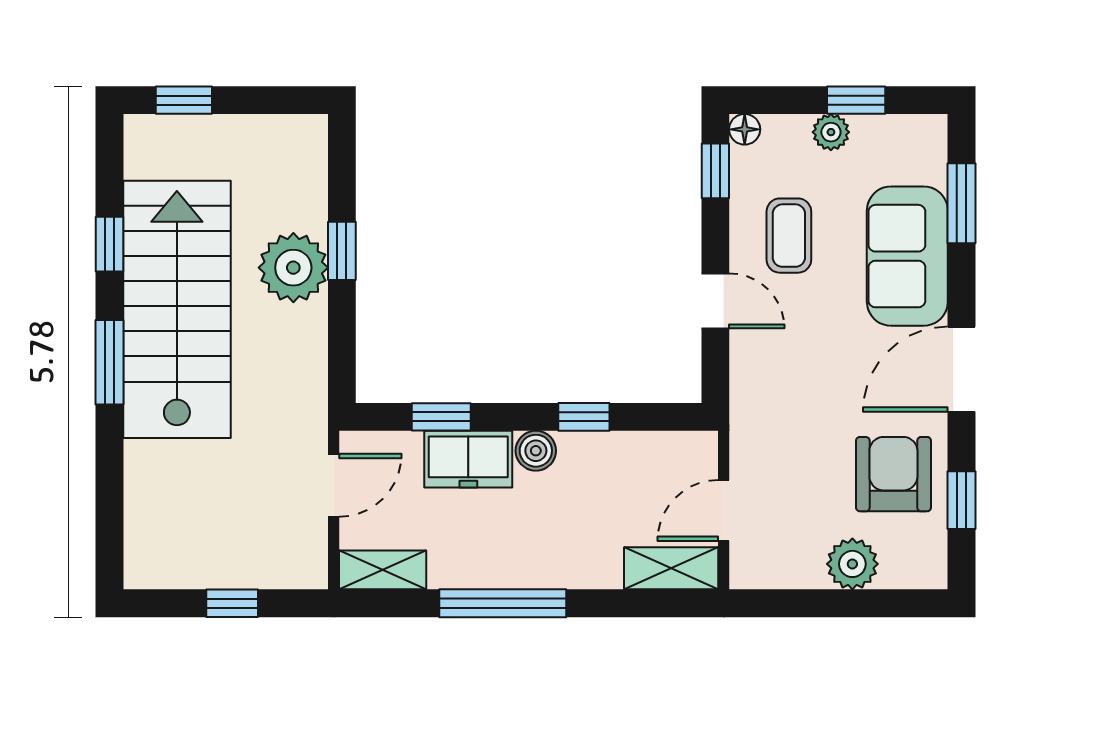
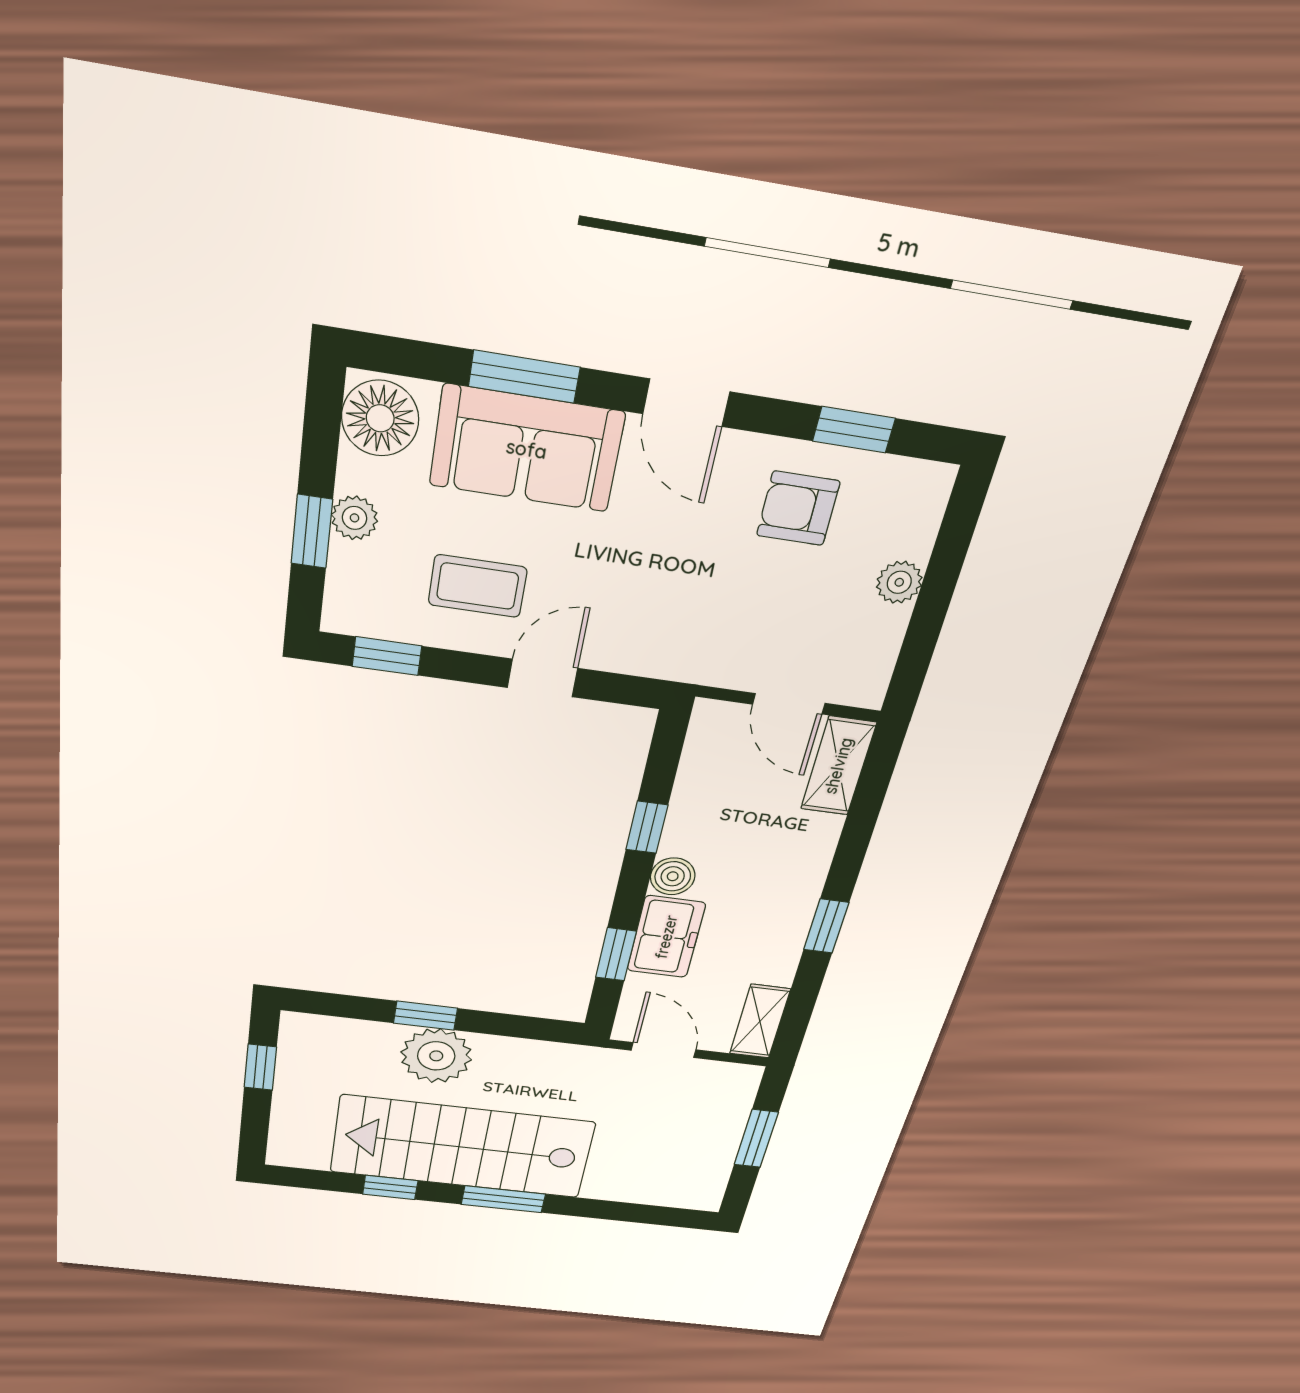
window: (184, 100) -> (260, 1067), moved
window: (856, 100) -> (312, 531), moved
floor lamp: (745, 129) -> (380, 418), moved, width x1.89, depth x1.89
window: (961, 203) -> (524, 377), moved
door: (961, 369) -> (686, 403), width x0.73
armchair: (893, 474) -> (798, 508), width x0.72, depth x0.72
plant: (852, 564) -> (899, 582), width x0.73, depth x0.73
window: (232, 603) -> (756, 1139), width x1.50
window: (503, 603) -> (826, 926), width x0.46

